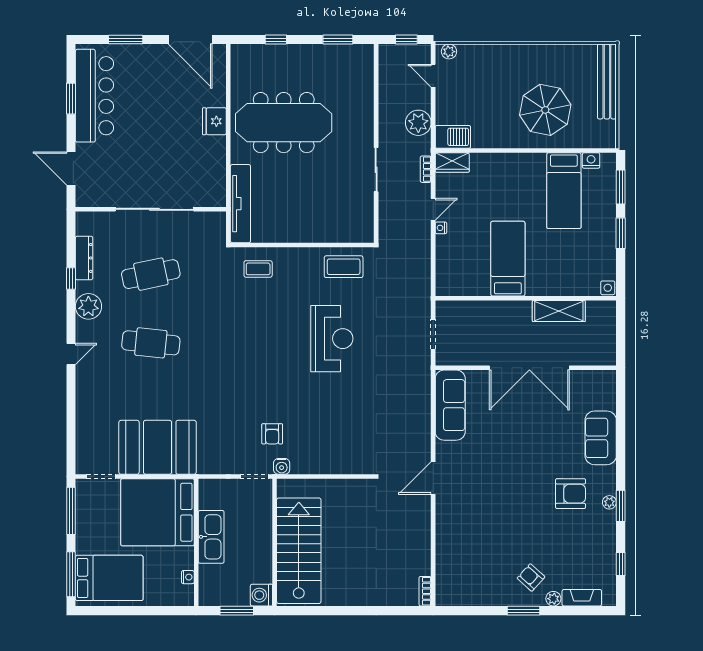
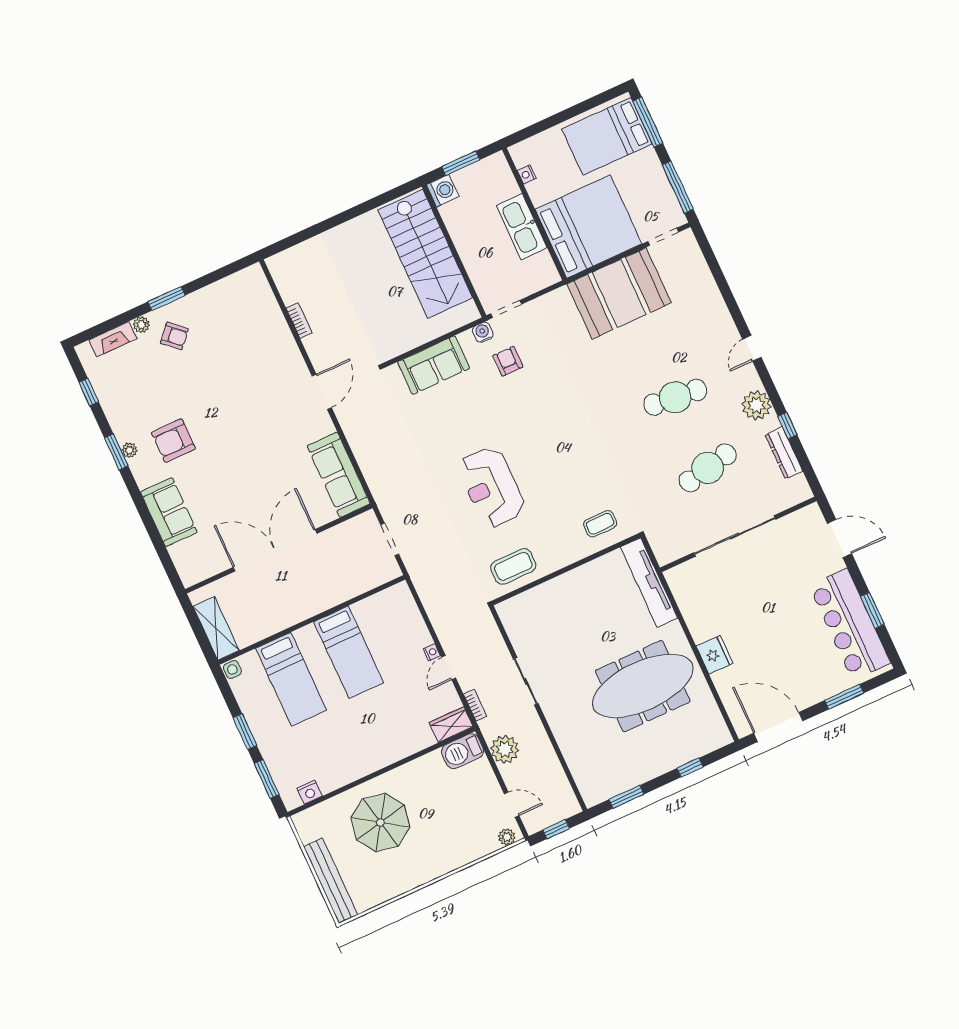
bed: (564, 191) -> (291, 679), moved, turned 180
shelving: (559, 311) -> (216, 628), moved, turned 90
sofa: (333, 458) -> (434, 365), added
bookcase: (425, 591) -> (299, 321), moved

